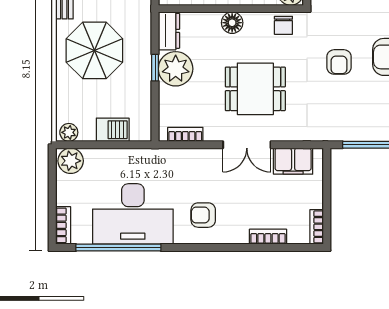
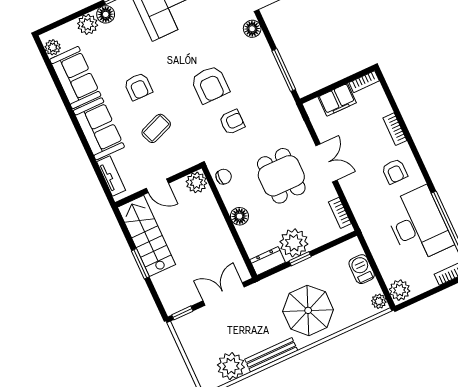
filing cabinet: (293, 161) -> (337, 100), moved, turned 90
bookcase: (268, 237) -> (395, 129), moved

